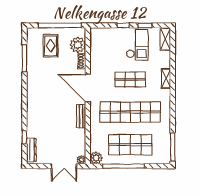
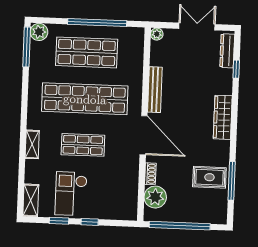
rug: (51, 46) -> (209, 177), moved, turned 90
wardrobe: (33, 103) -> (223, 117), added
bench: (81, 116) -> (155, 90), width x1.36
plant: (96, 158) -> (39, 32), moved
double door: (64, 166) -> (197, 26), moved

